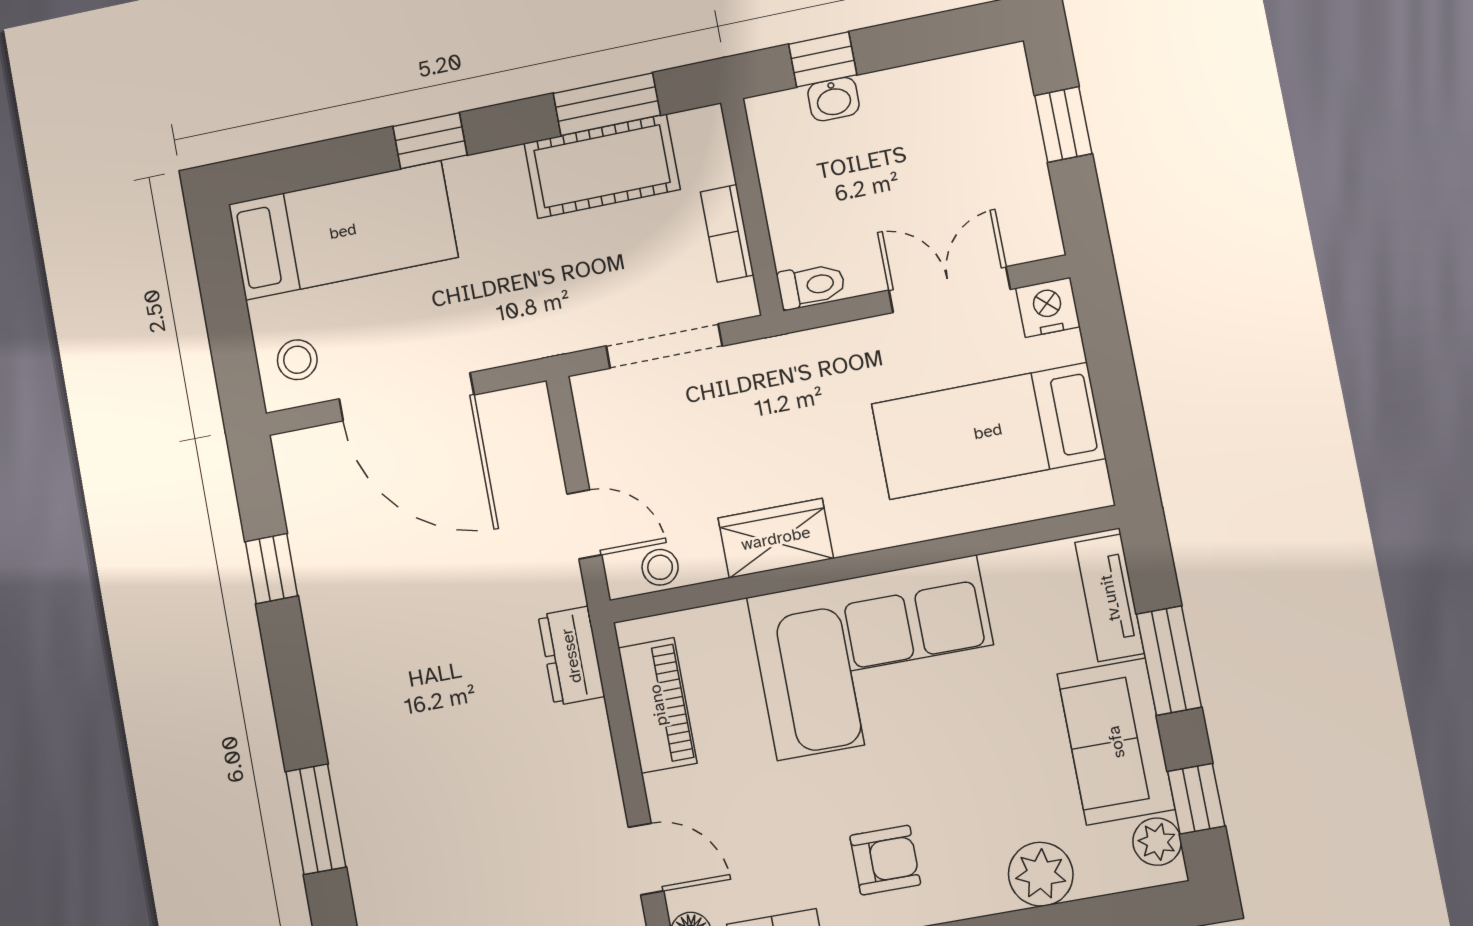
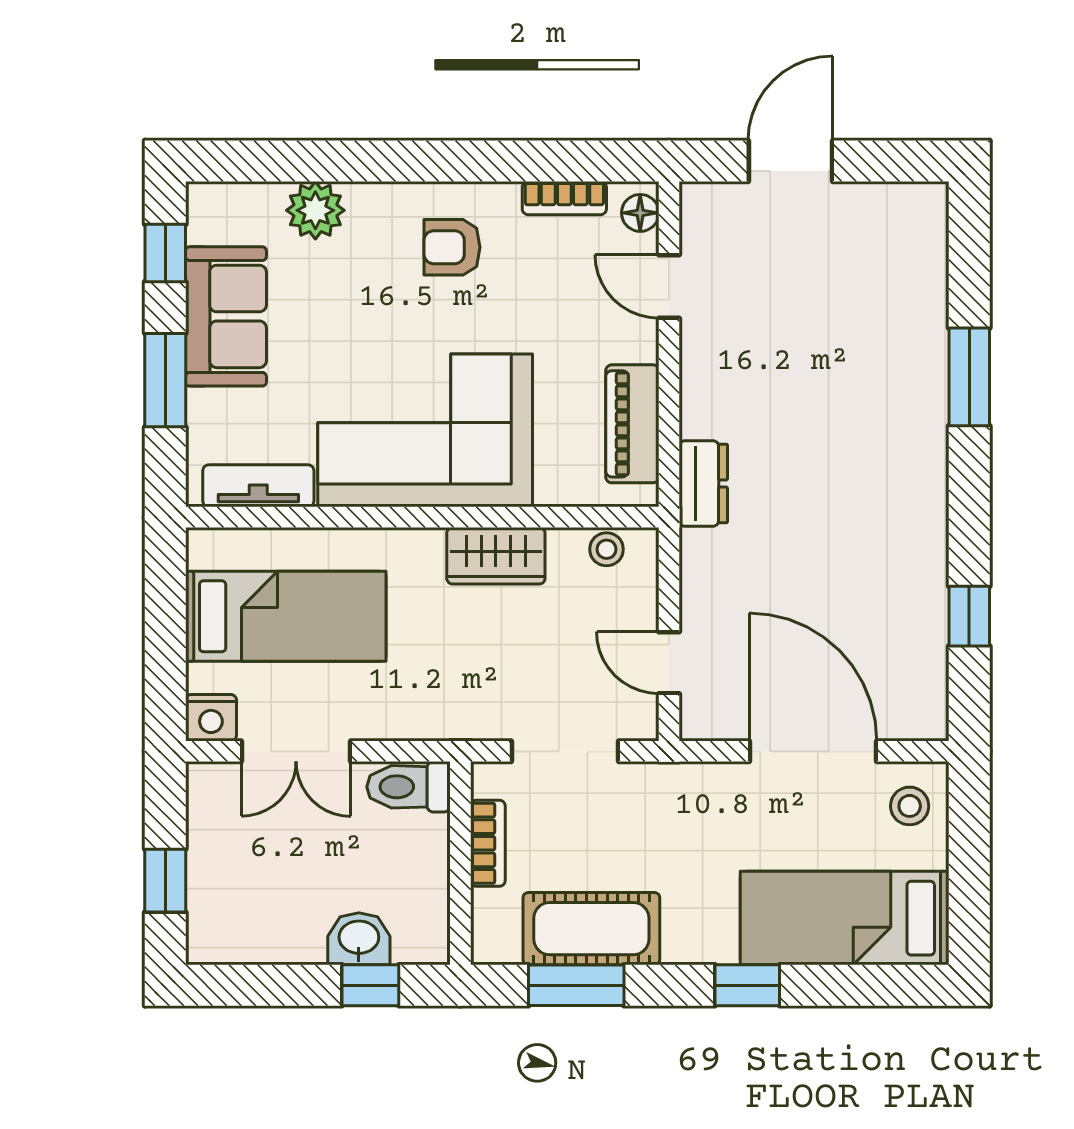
washbasin: (833, 99) -> (359, 939), width x1.38, depth x1.45
toilet: (811, 286) -> (408, 787), width x1.37, depth x1.39
door: (584, 524) -> (669, 663), moved
tv unit: (1110, 598) -> (258, 486), moved, turned -90
plant: (1157, 842) -> (207, 221), removed

